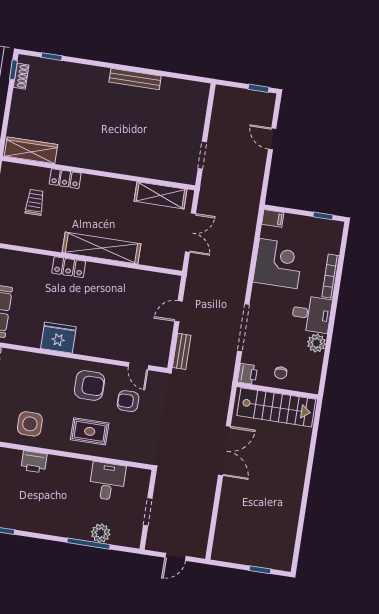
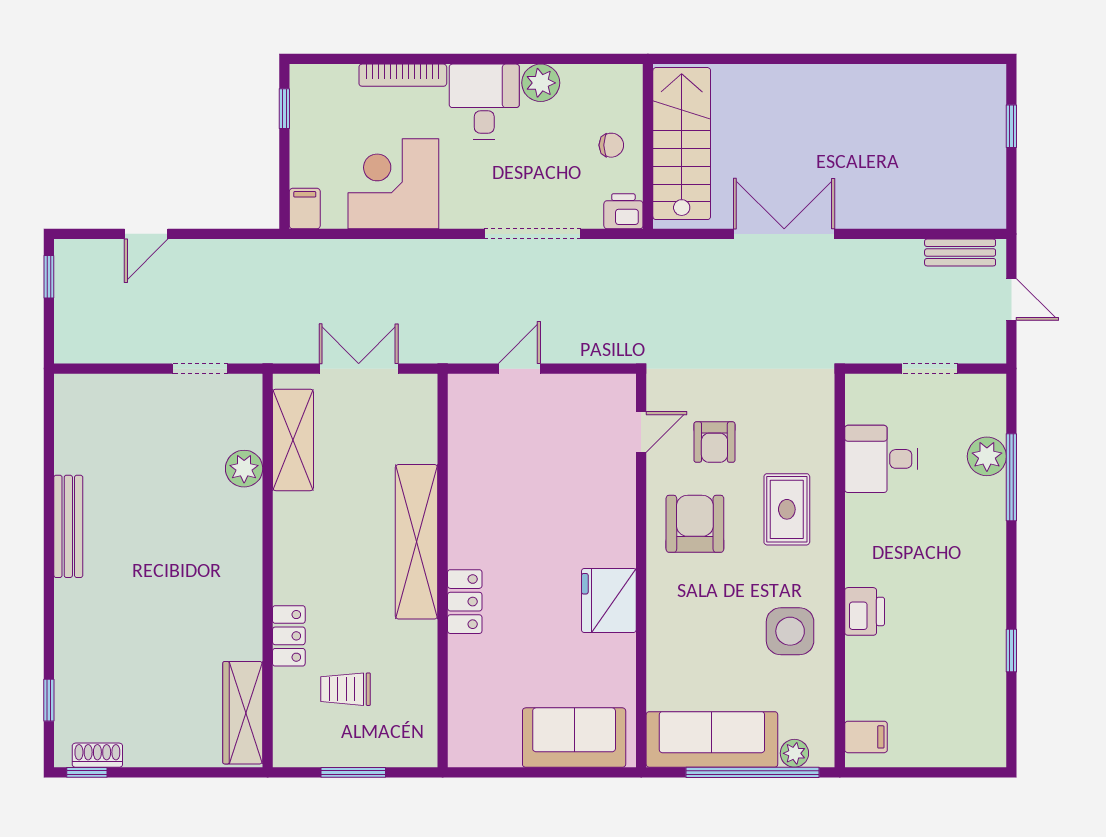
plant: (150, 169) -> (244, 469), added
door: (178, 311) -> (519, 369), swing flipped
bench: (182, 351) -> (960, 252), moved

